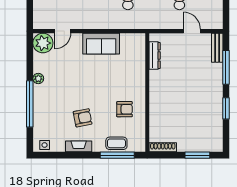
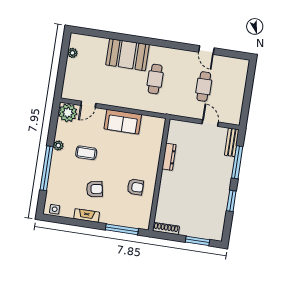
dresser: (155, 55) -> (169, 157), moved
coffee table: (116, 143) -> (86, 153), moved

